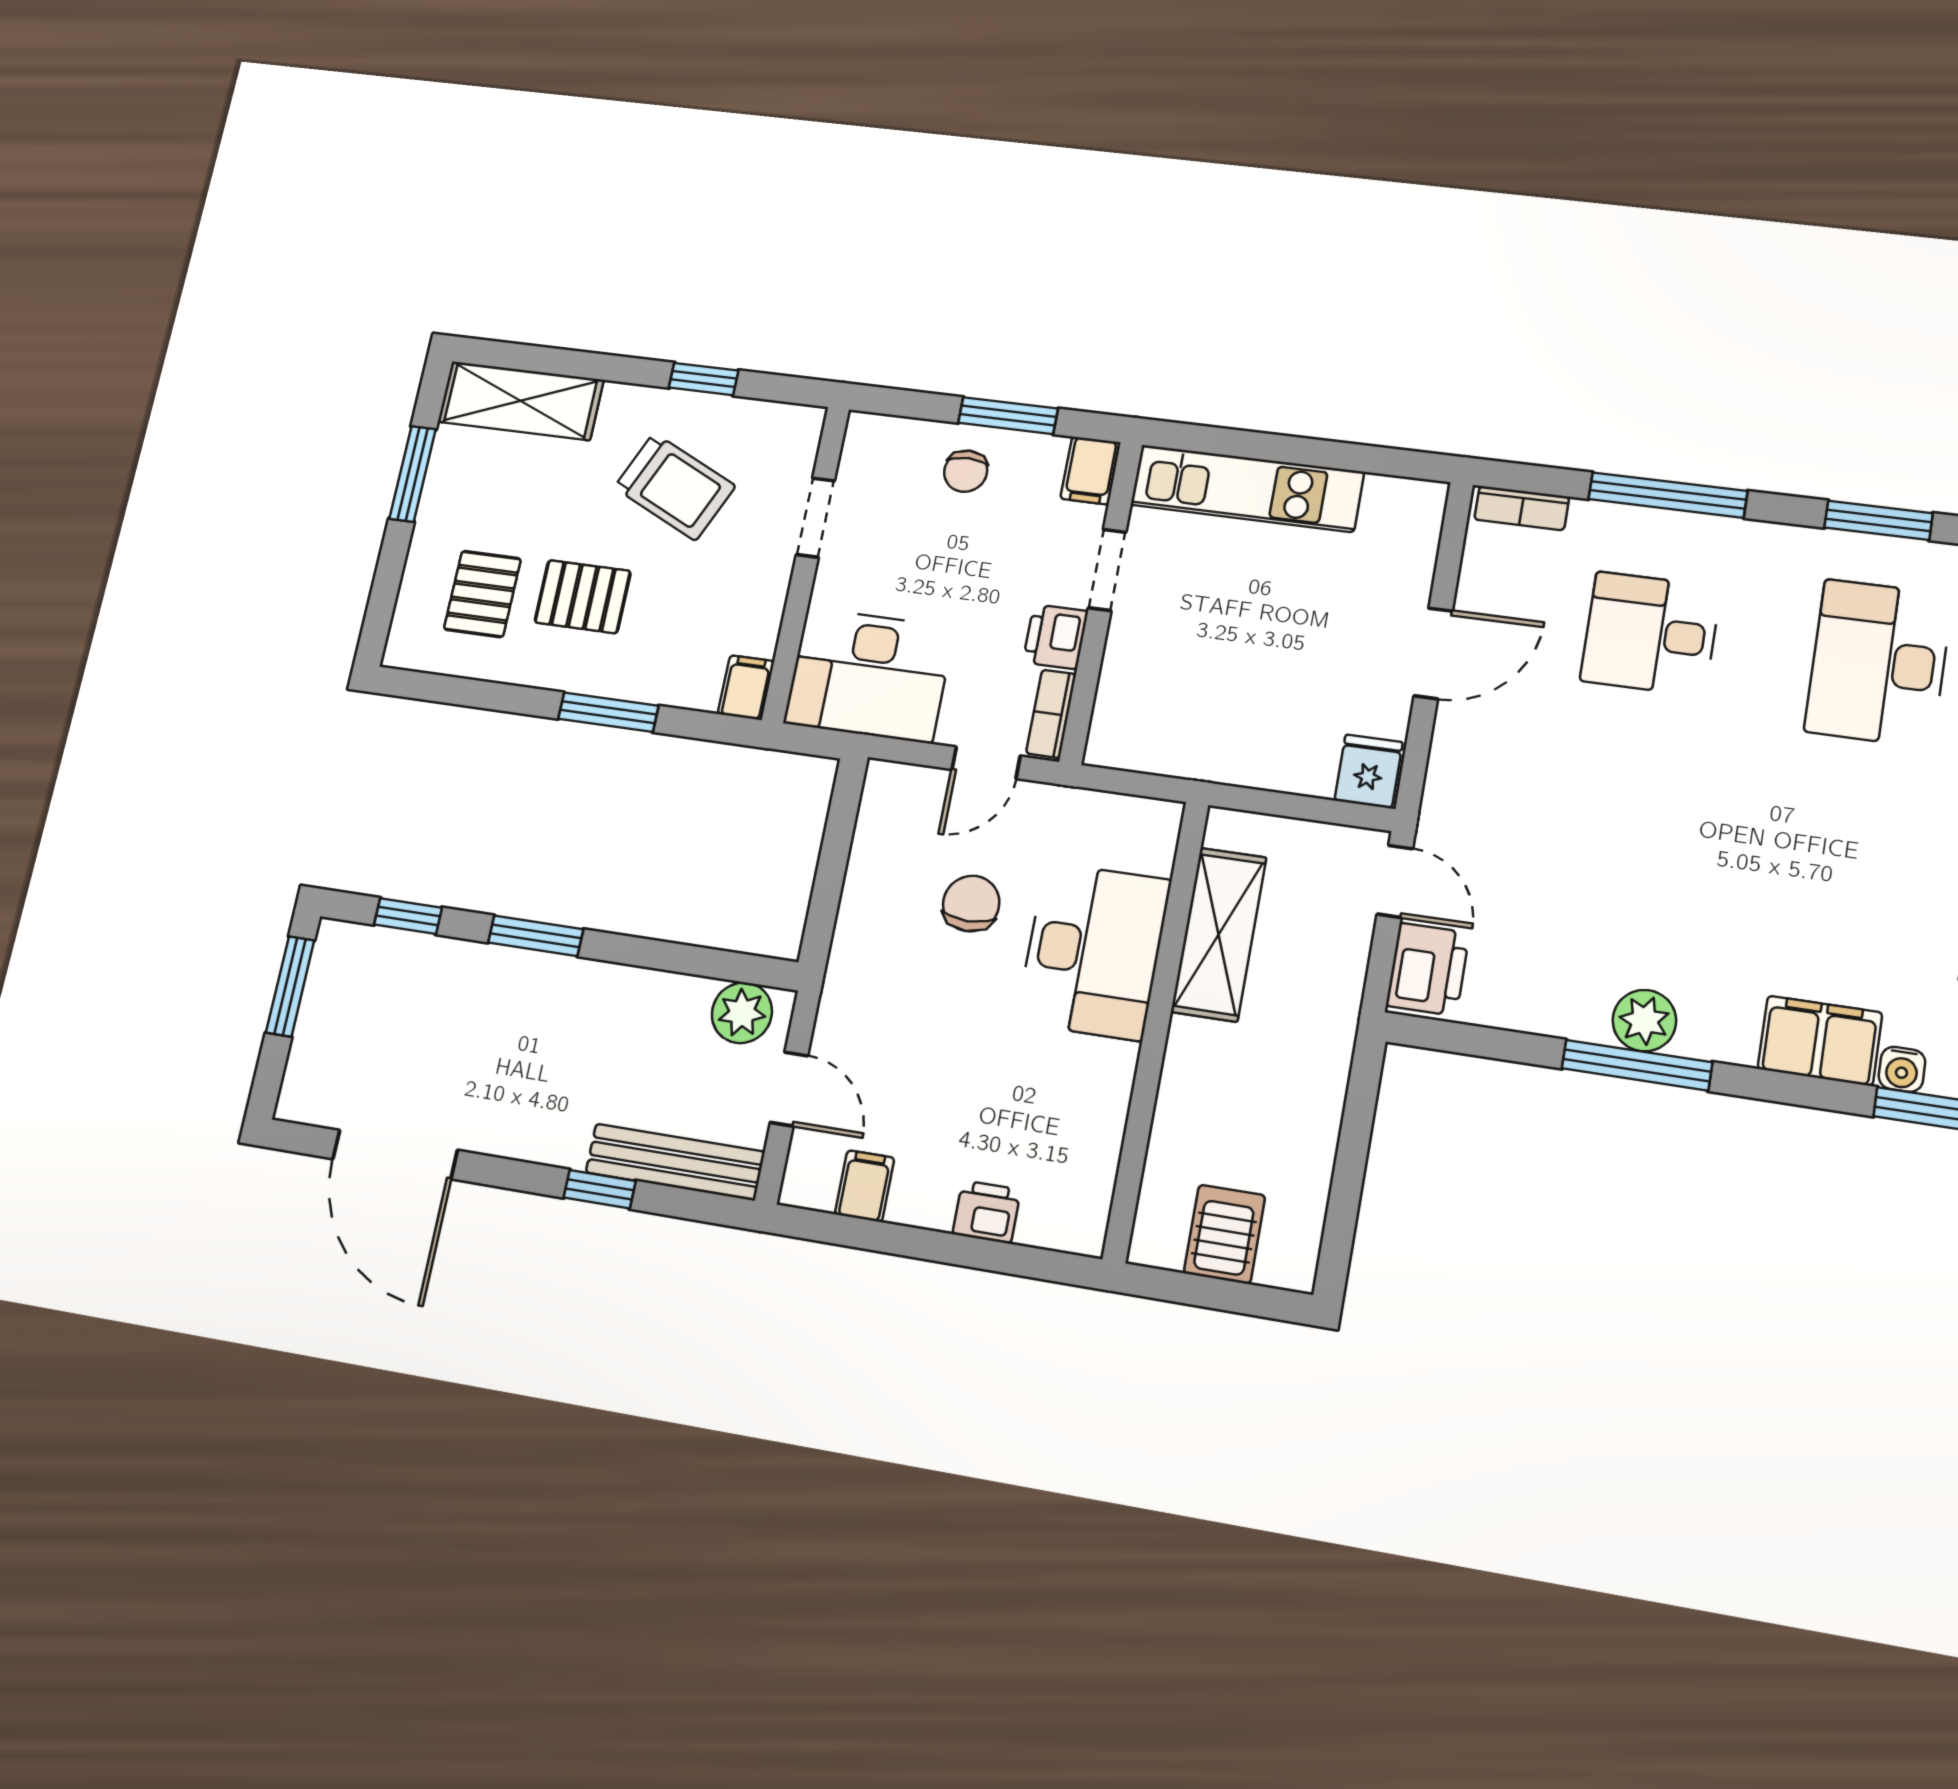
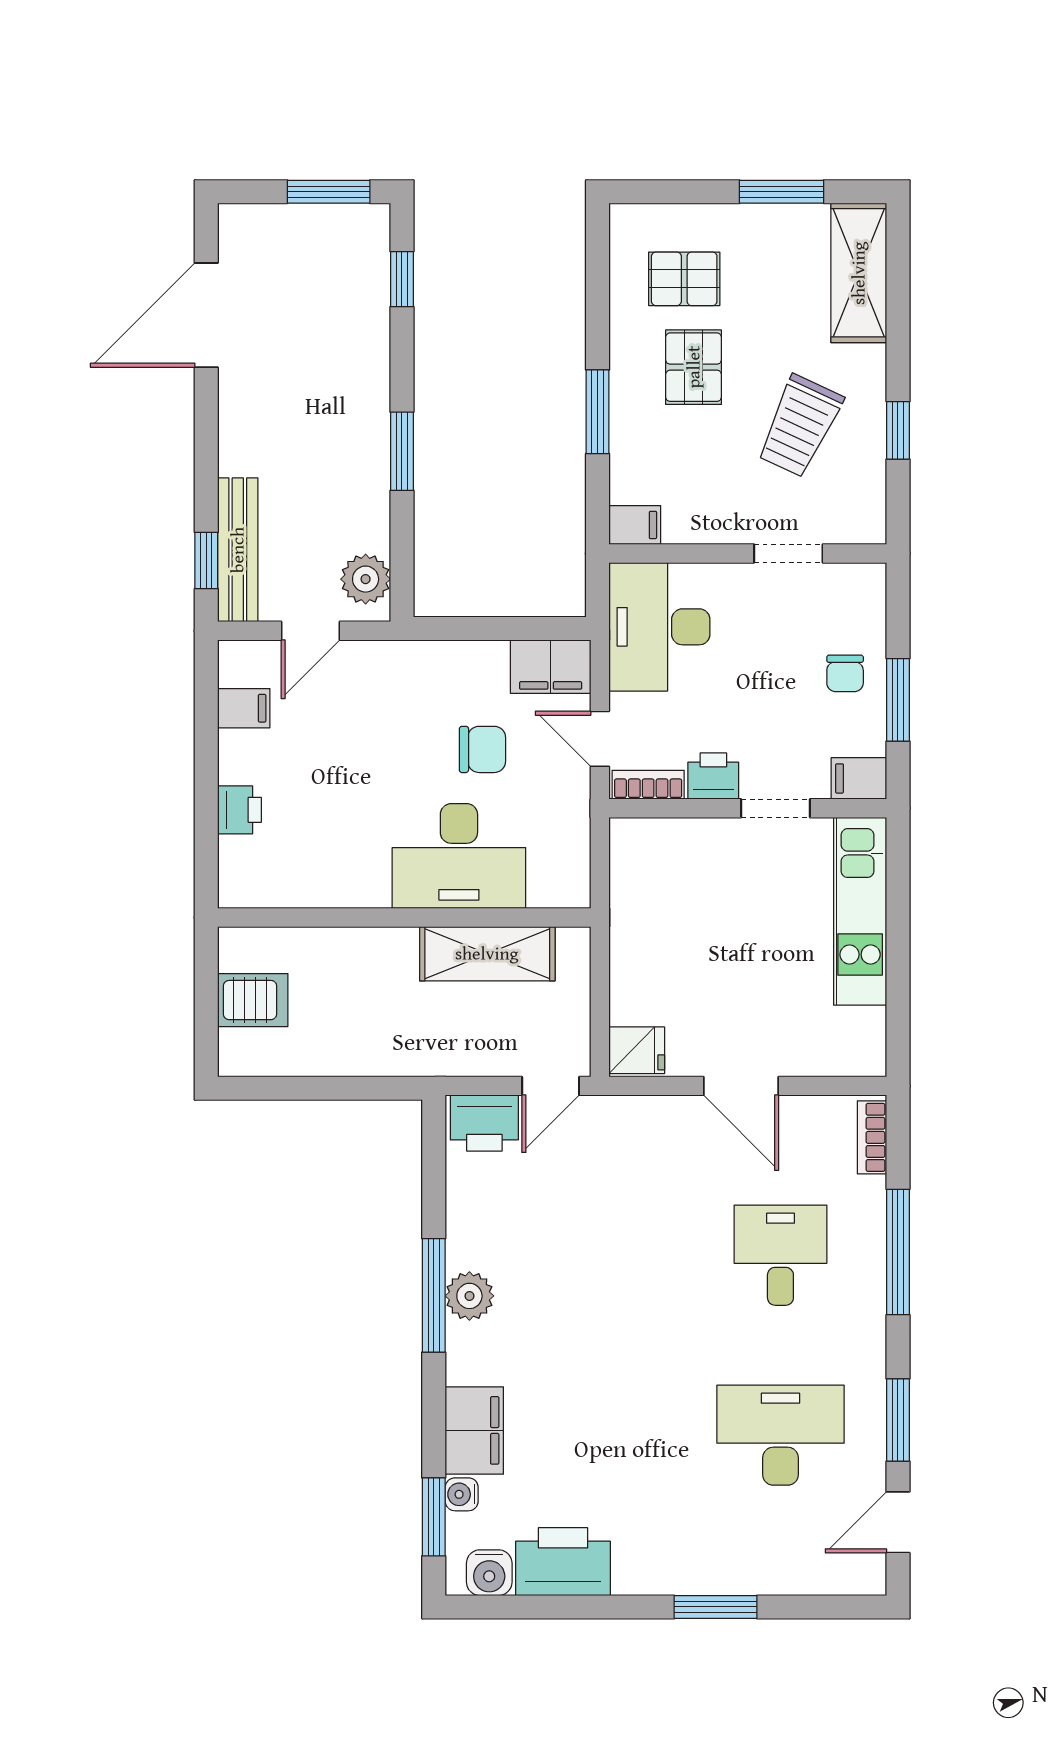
chair: (966, 471) -> (845, 673), turned -90
filing cabinet: (890, 808) -> (551, 667), added
window: (536, 936) -> (402, 451), moved
window: (600, 1189) -> (206, 561), moved

